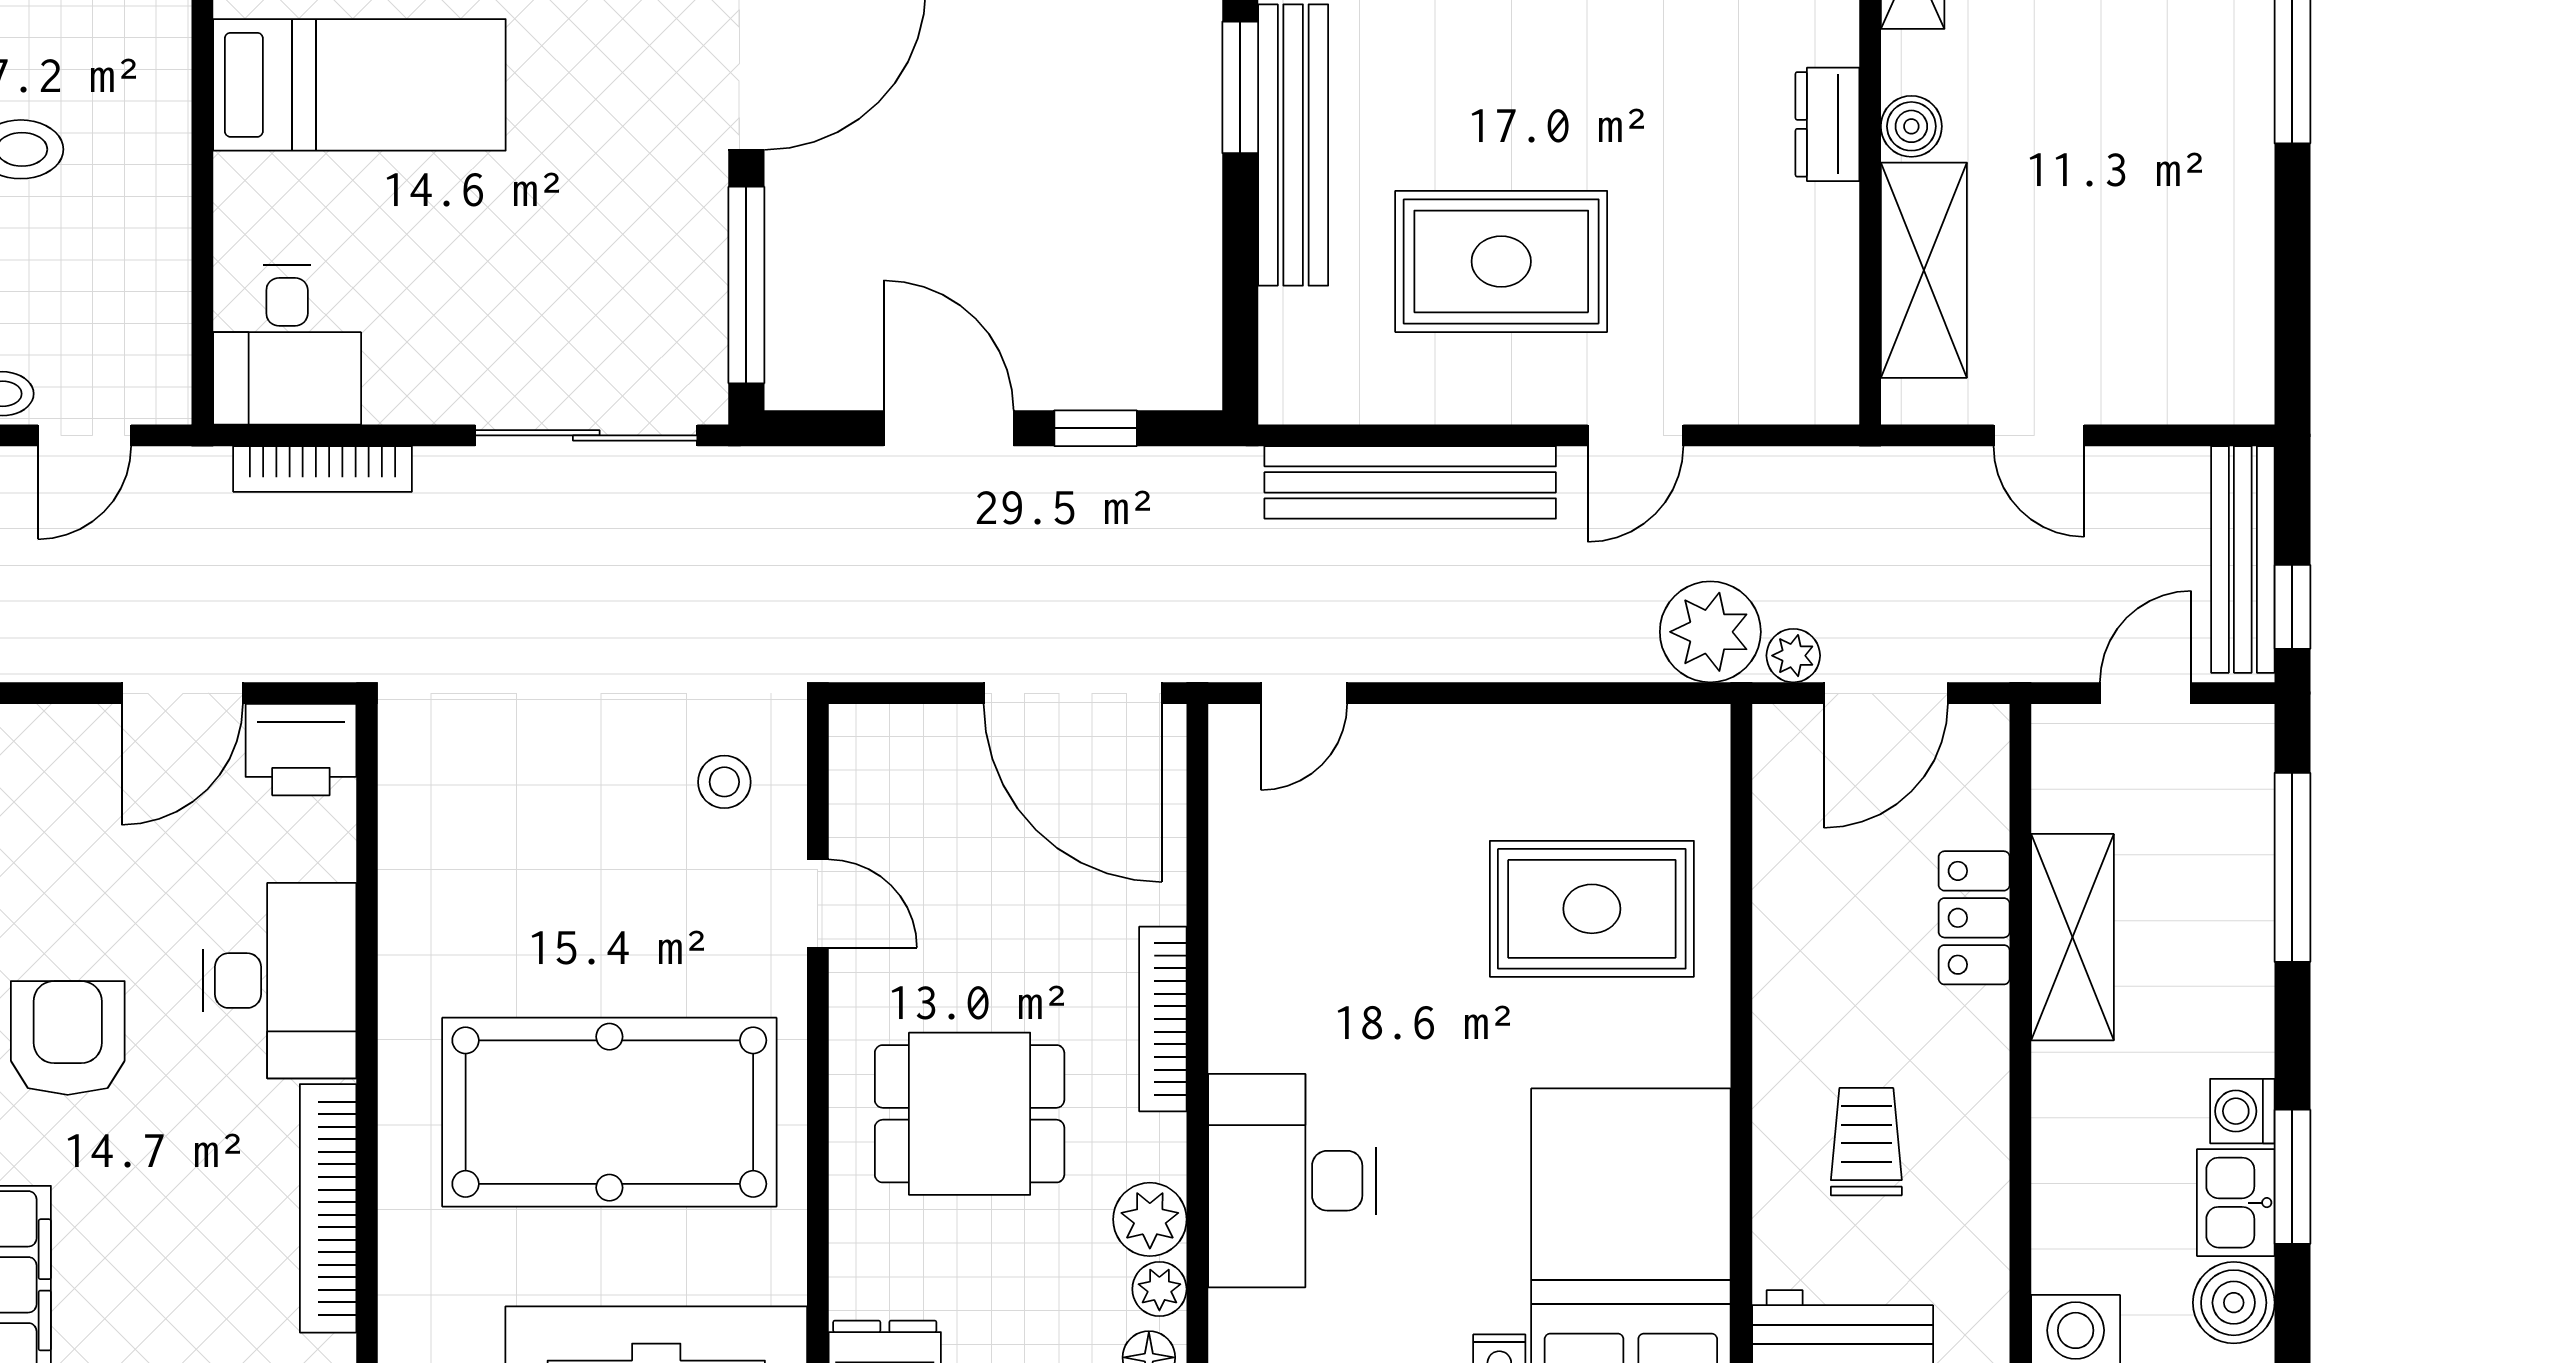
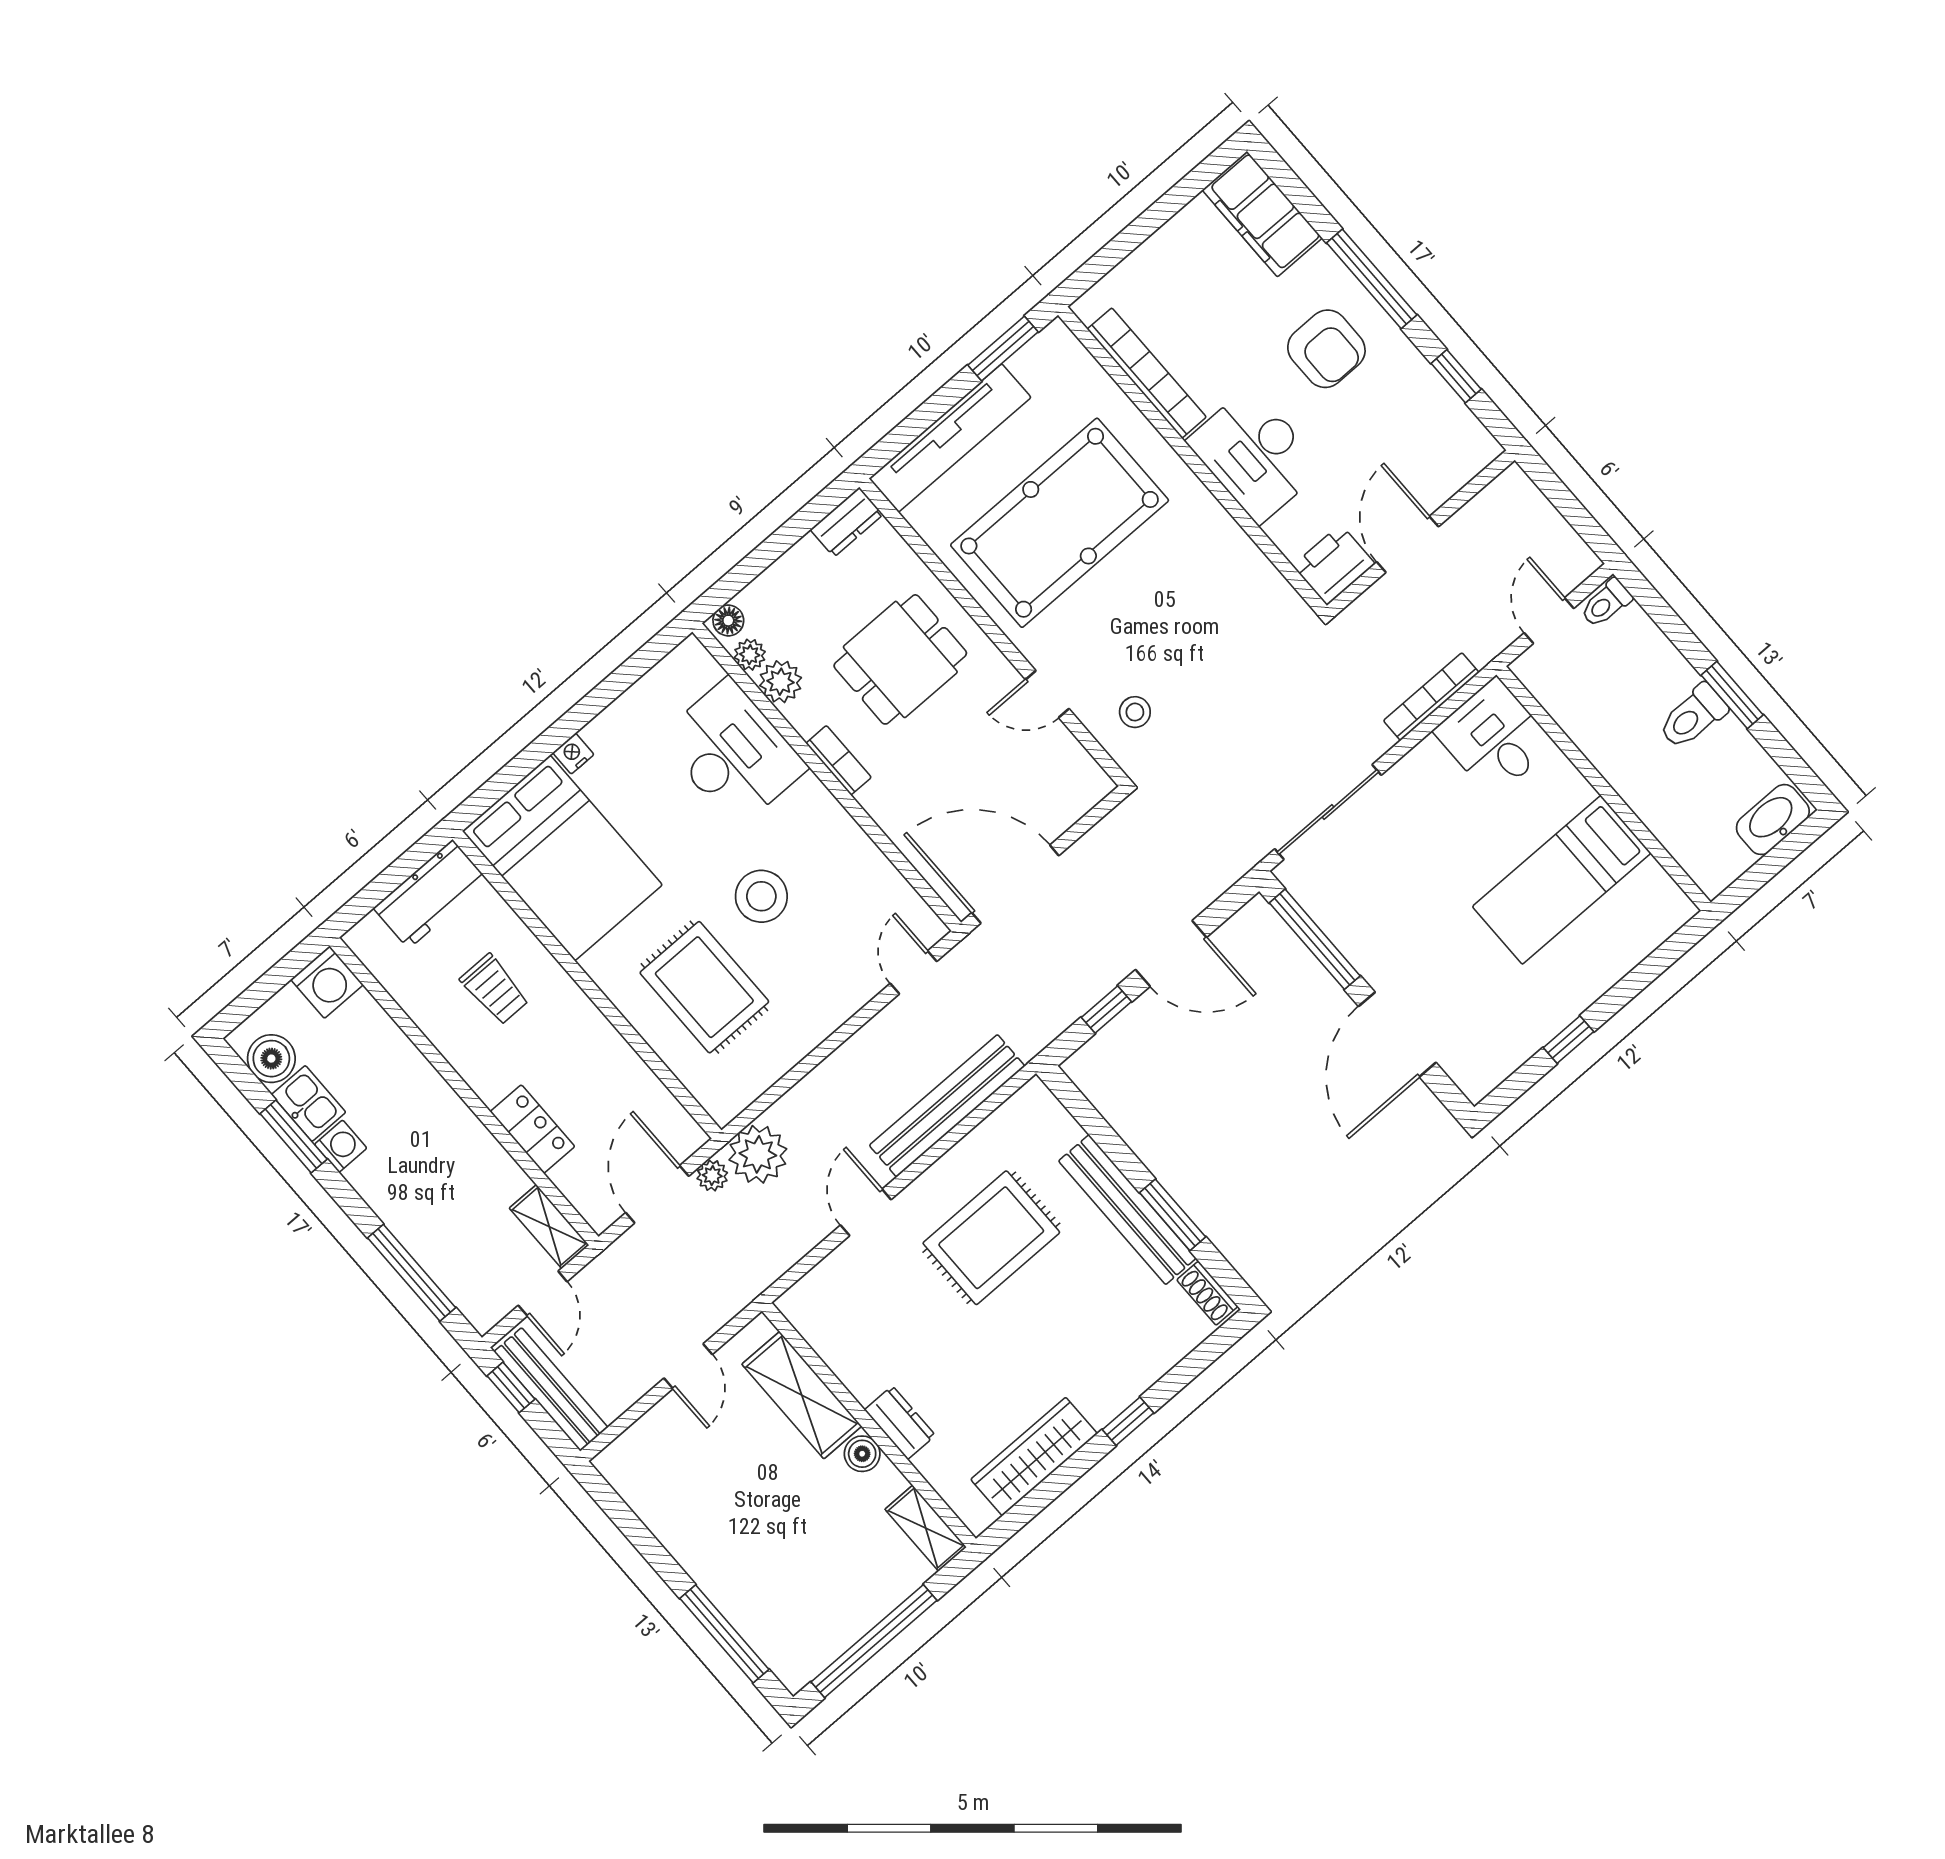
door: (2039, 435) -> (688, 1366), swing flipped
rug: (1592, 909) -> (704, 987), turned 90
shelving: (2073, 937) -> (549, 1227), moved, width x0.67, depth x0.75
stool: (1416, 963) -> (761, 896), added
bookcase: (1163, 1019) -> (839, 760), width x0.64

